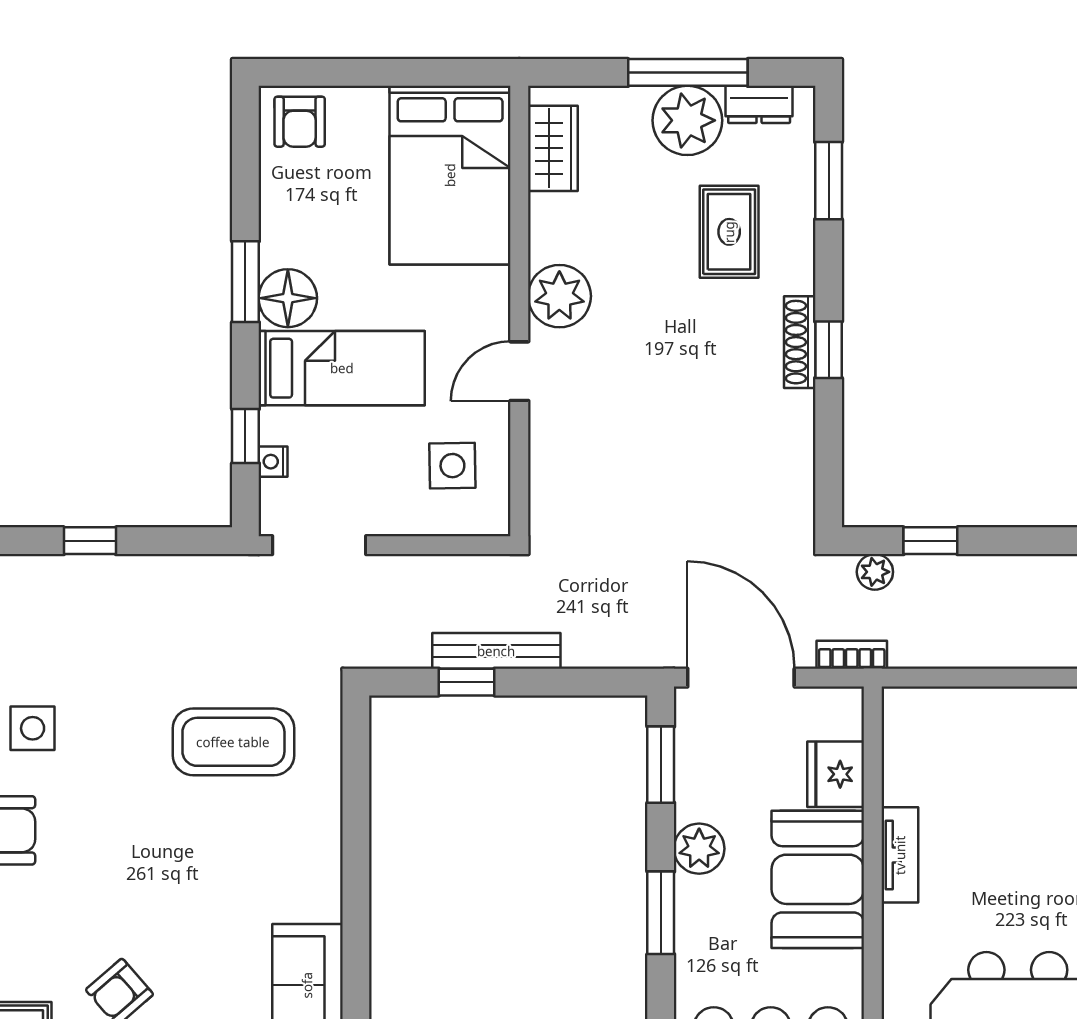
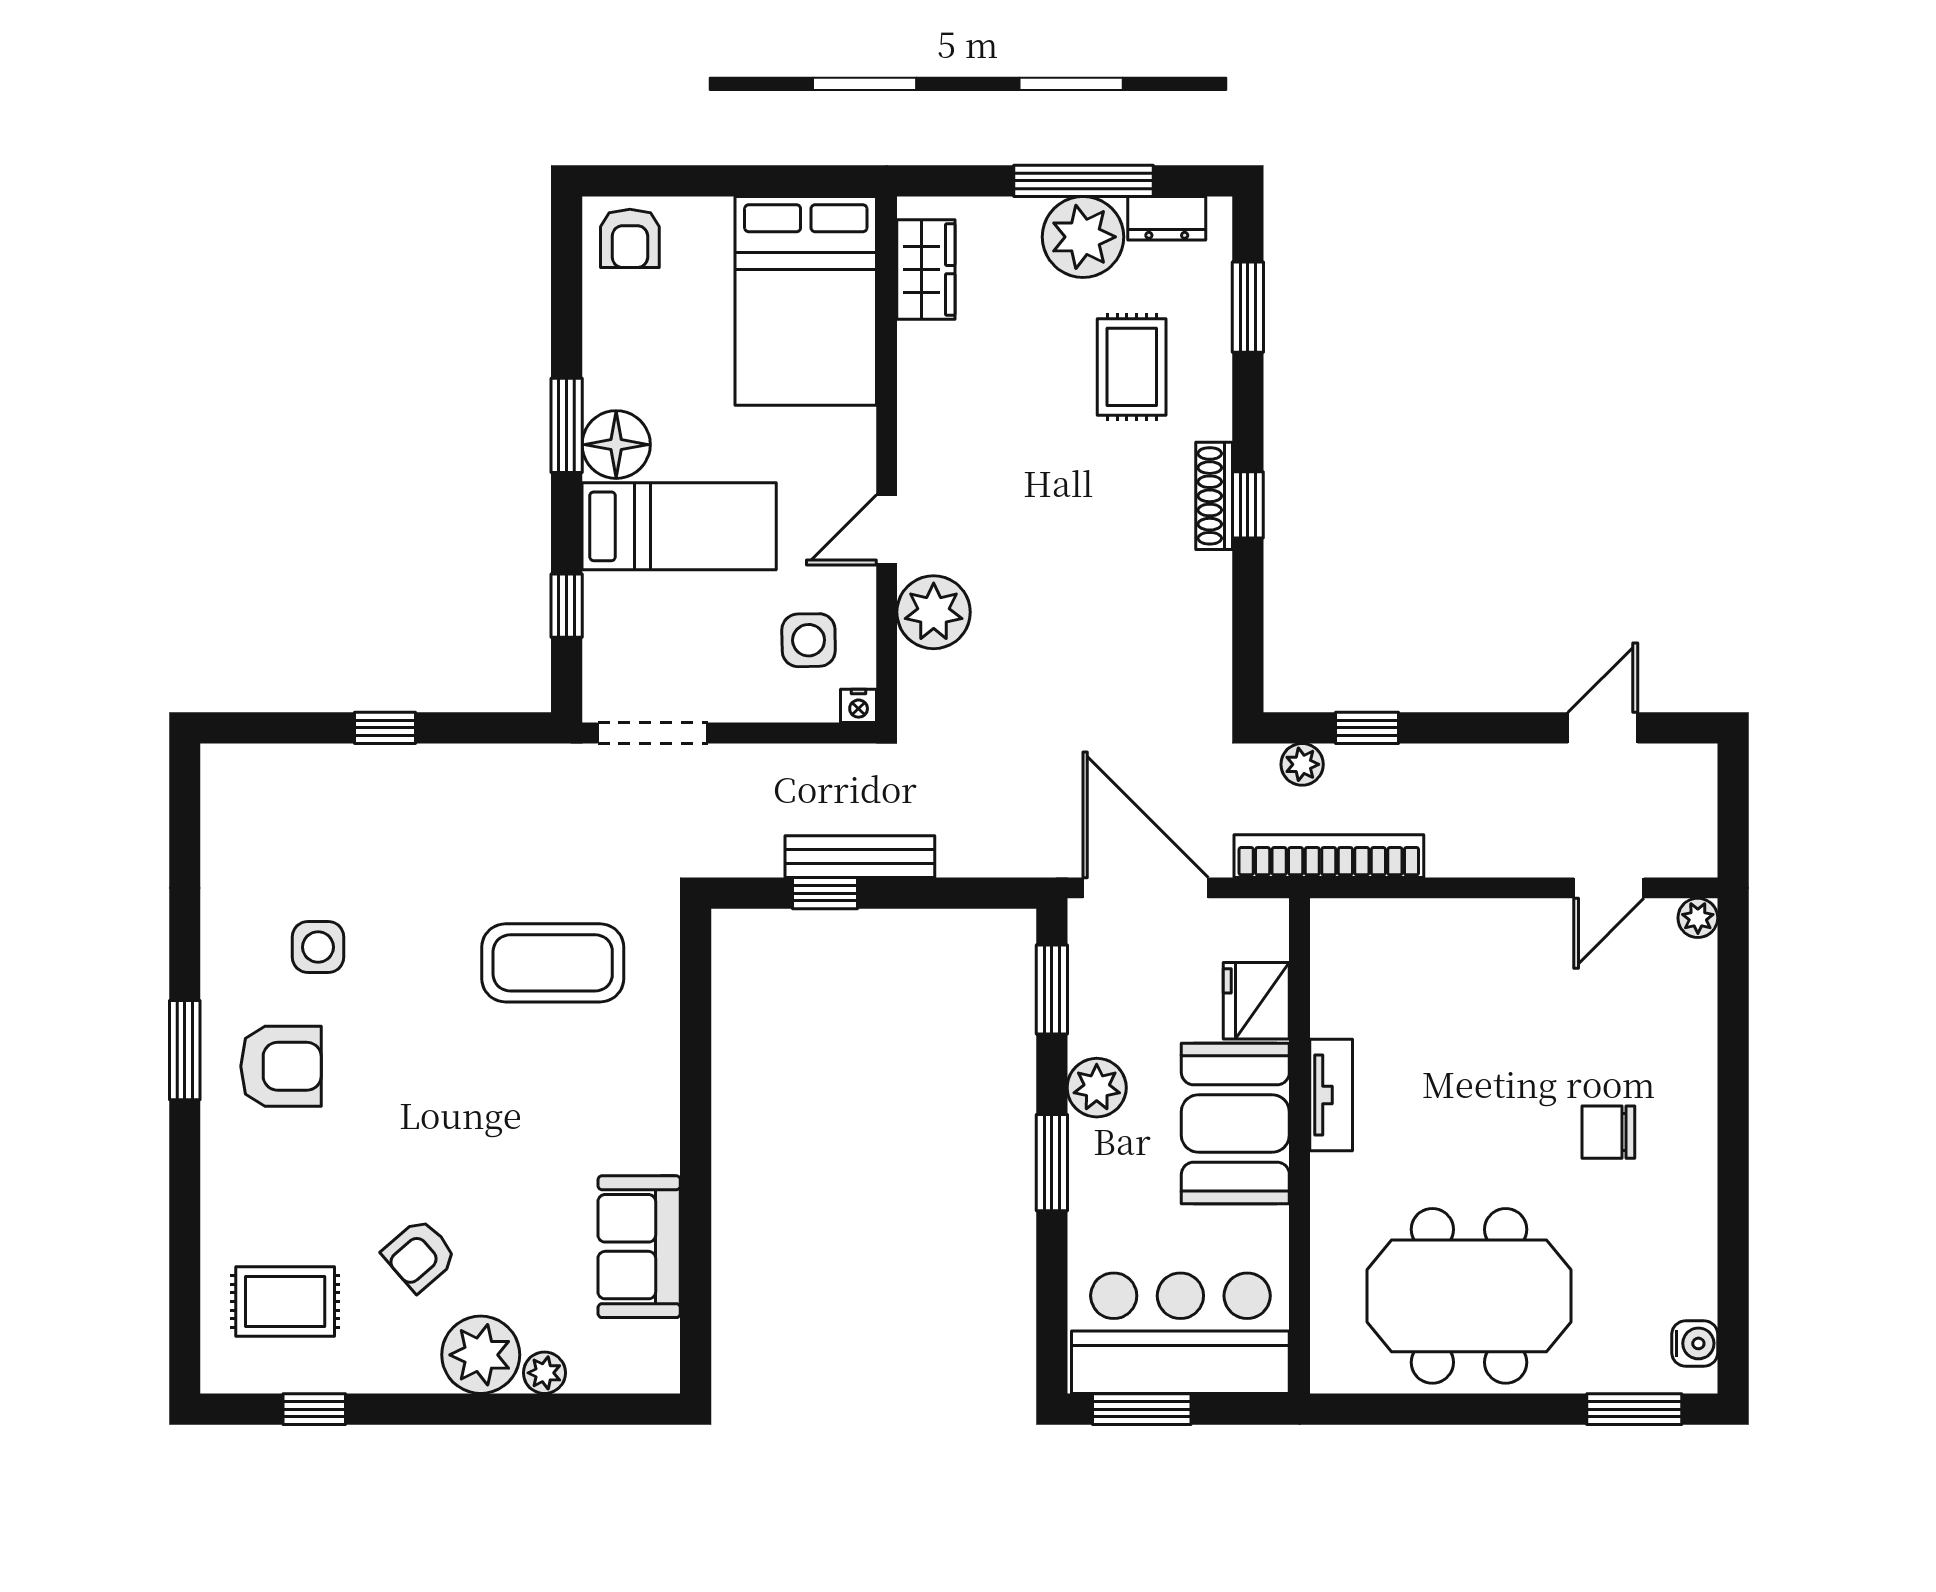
plant: (559, 296) -> (934, 612), moved
nightstand: (273, 462) -> (859, 706), moved, turned -90
bookcase: (852, 655) -> (1329, 856), width x2.31, depth x1.31

